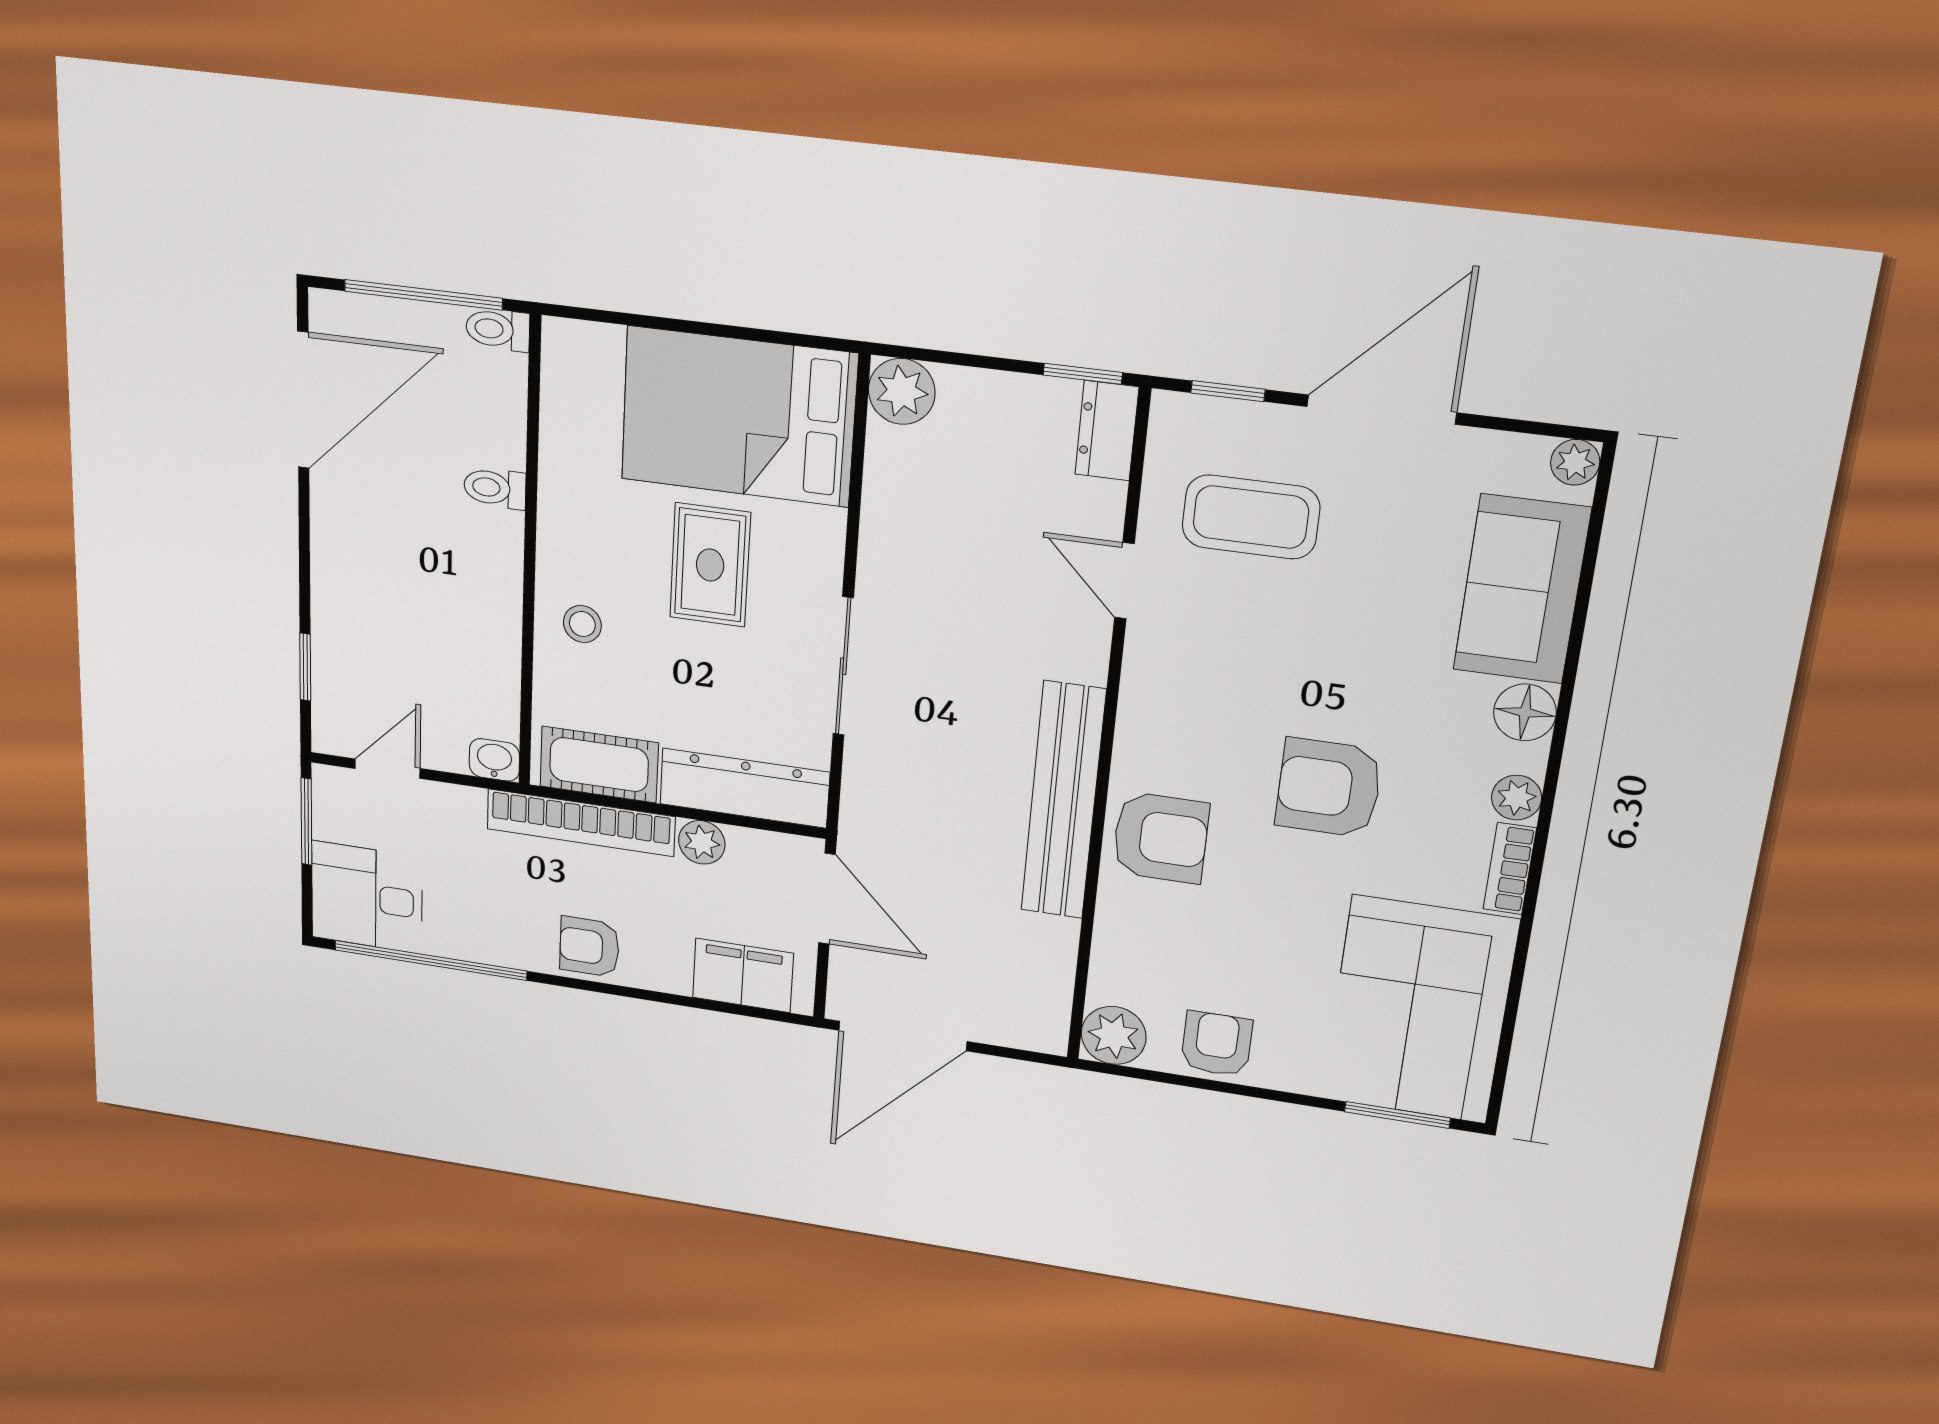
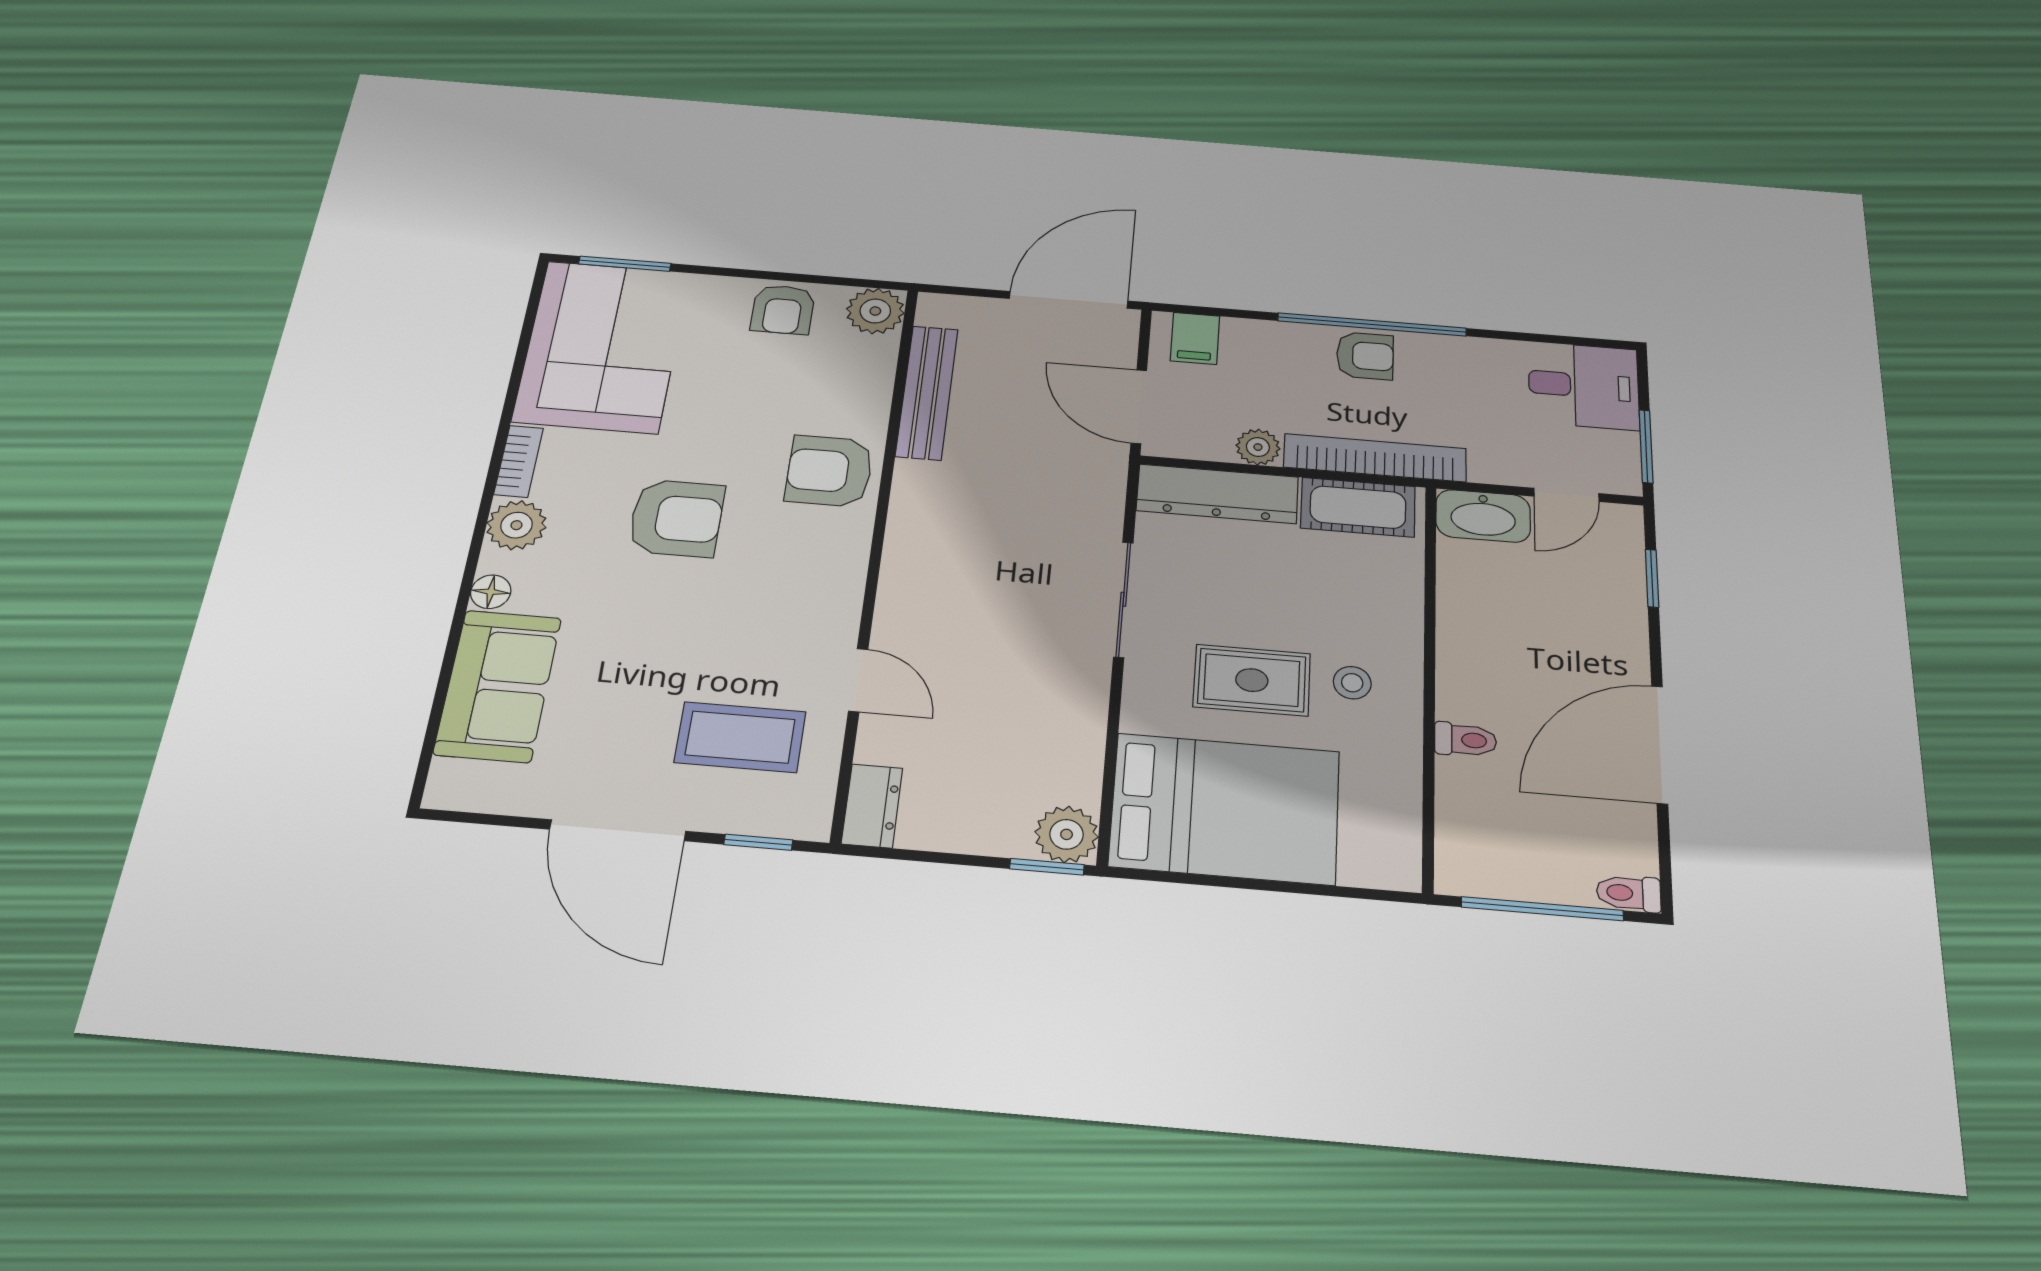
toilet: (498, 329) -> (1629, 893), moved, turned 180
window: (1083, 374) -> (1047, 867), moved
door: (303, 400) -> (1660, 744), moved
door: (1382, 410) -> (618, 830), hinge flipped
plant: (1575, 462) -> (445, 791), removed
rug: (710, 565) -> (1252, 680), turned 90
stool: (582, 624) -> (1352, 683), moved
floor lamp: (1525, 712) -> (491, 592), width x0.73, depth x0.73
washbasin: (494, 760) -> (1483, 516), width x1.91, depth x1.45
plant: (1517, 798) -> (516, 525), width x1.38, depth x1.38
bench: (1063, 801) -> (927, 392), moved, width x0.73, depth x0.82
window: (430, 960) -> (1372, 324), moved
filing cabinet: (743, 975) -> (1195, 338), width x0.50

